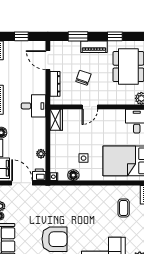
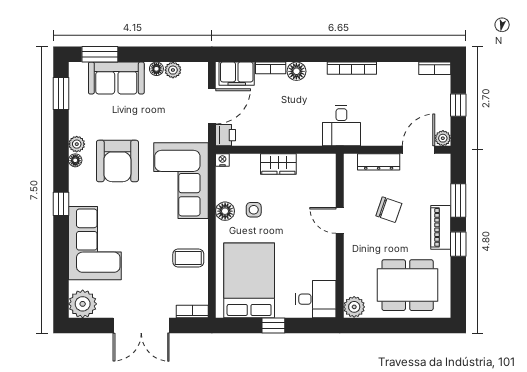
window: (115, 36) -> (458, 244), moved
wardrobe: (56, 120) -> (278, 164), moved
plant: (41, 154) -> (443, 138), moved
floor lamp: (73, 175) -> (225, 211), moved
corner sofa: (66, 201) -> (181, 181), added
coffee table: (124, 208) -> (188, 258), moved

